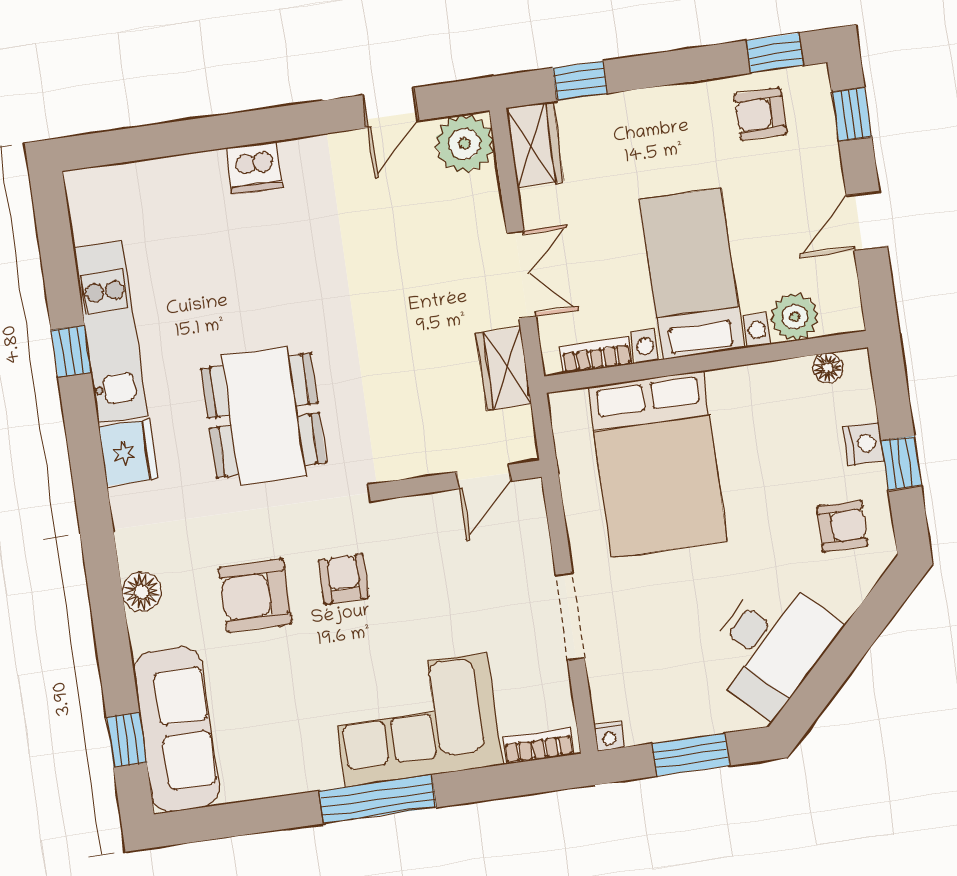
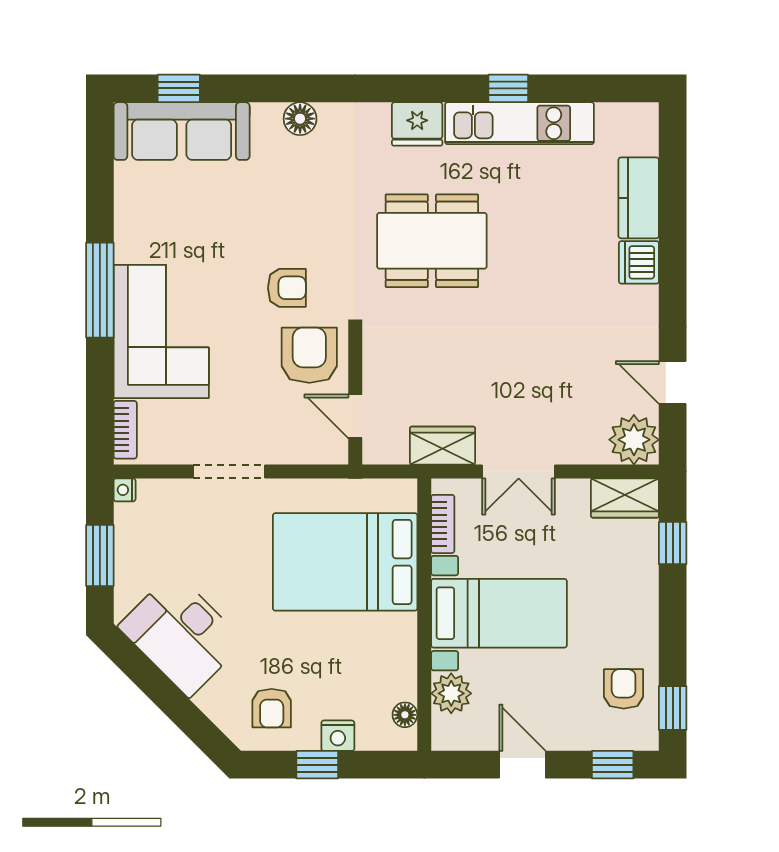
kitchen counter: (178, 179) -> (639, 198), added
armchair: (255, 595) -> (309, 355), moved

